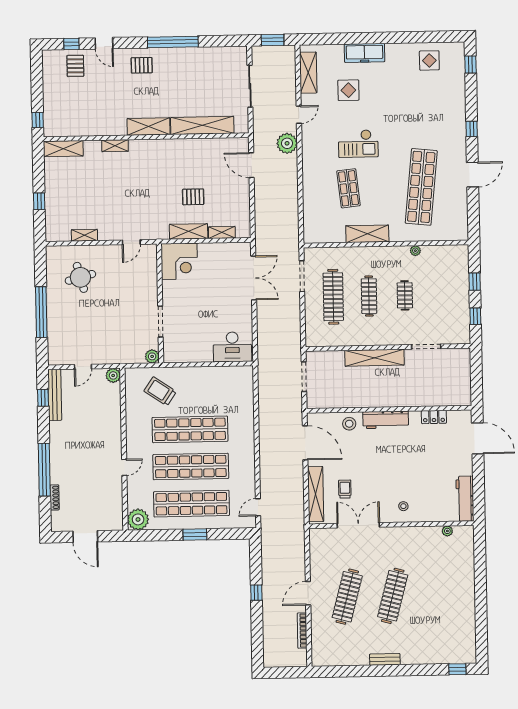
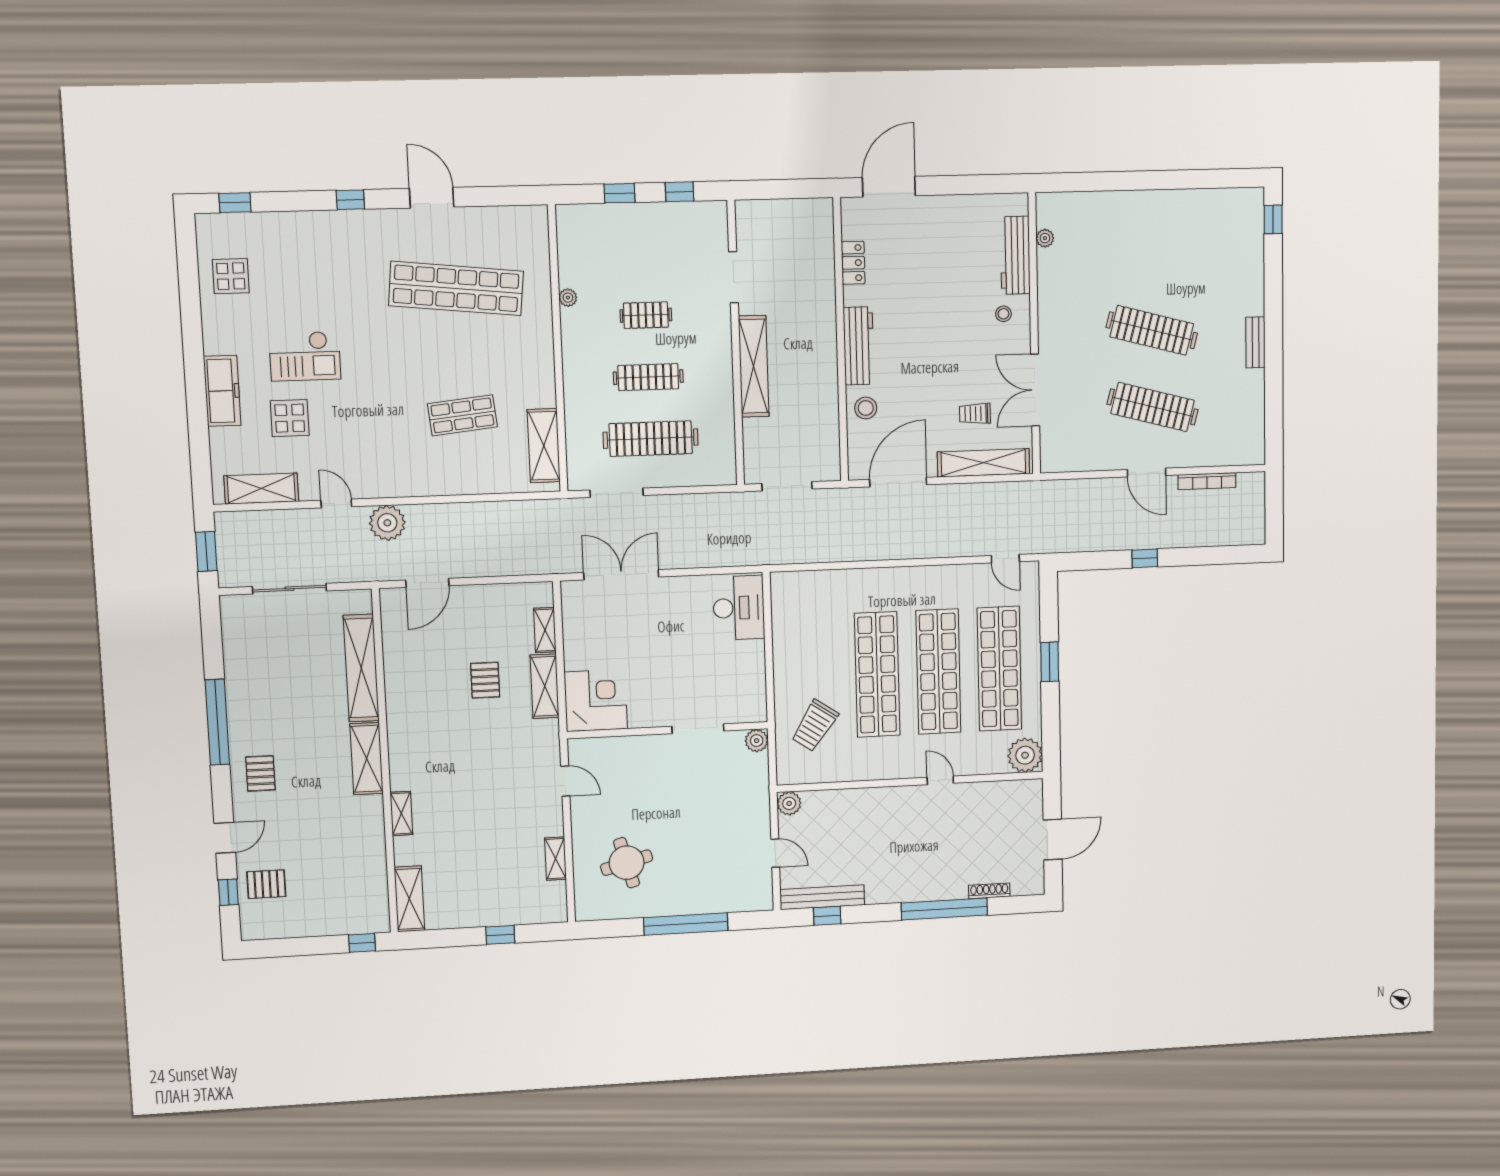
checkout: (358, 144) -> (305, 356), moved, turned 90
shelving: (367, 234) -> (544, 446), moved
workbench: (465, 499) -> (1015, 255), moved, turned 90

